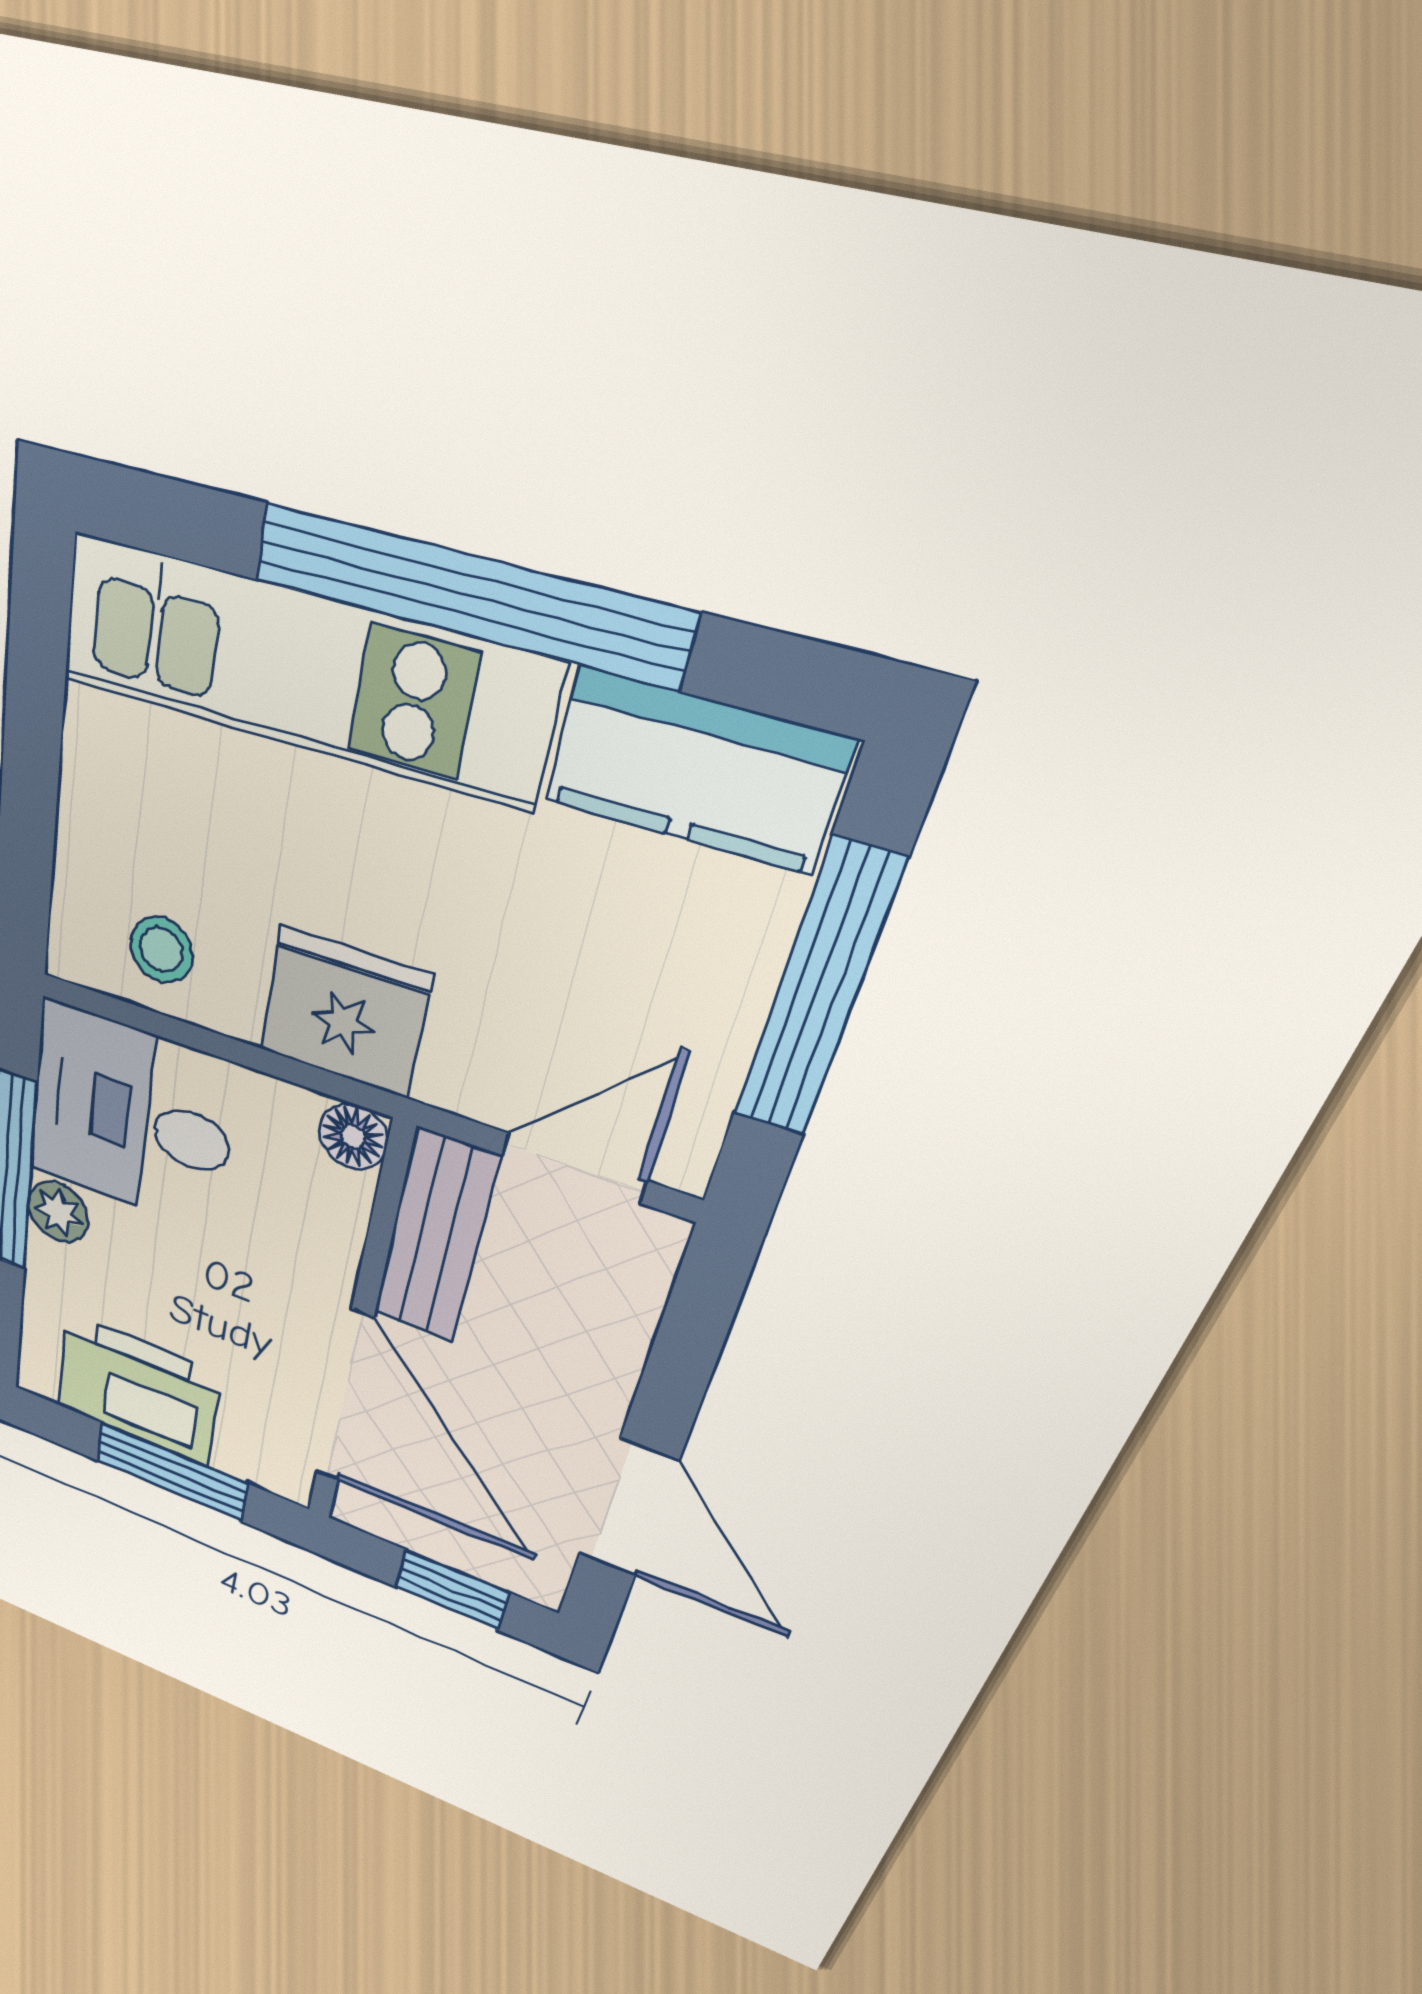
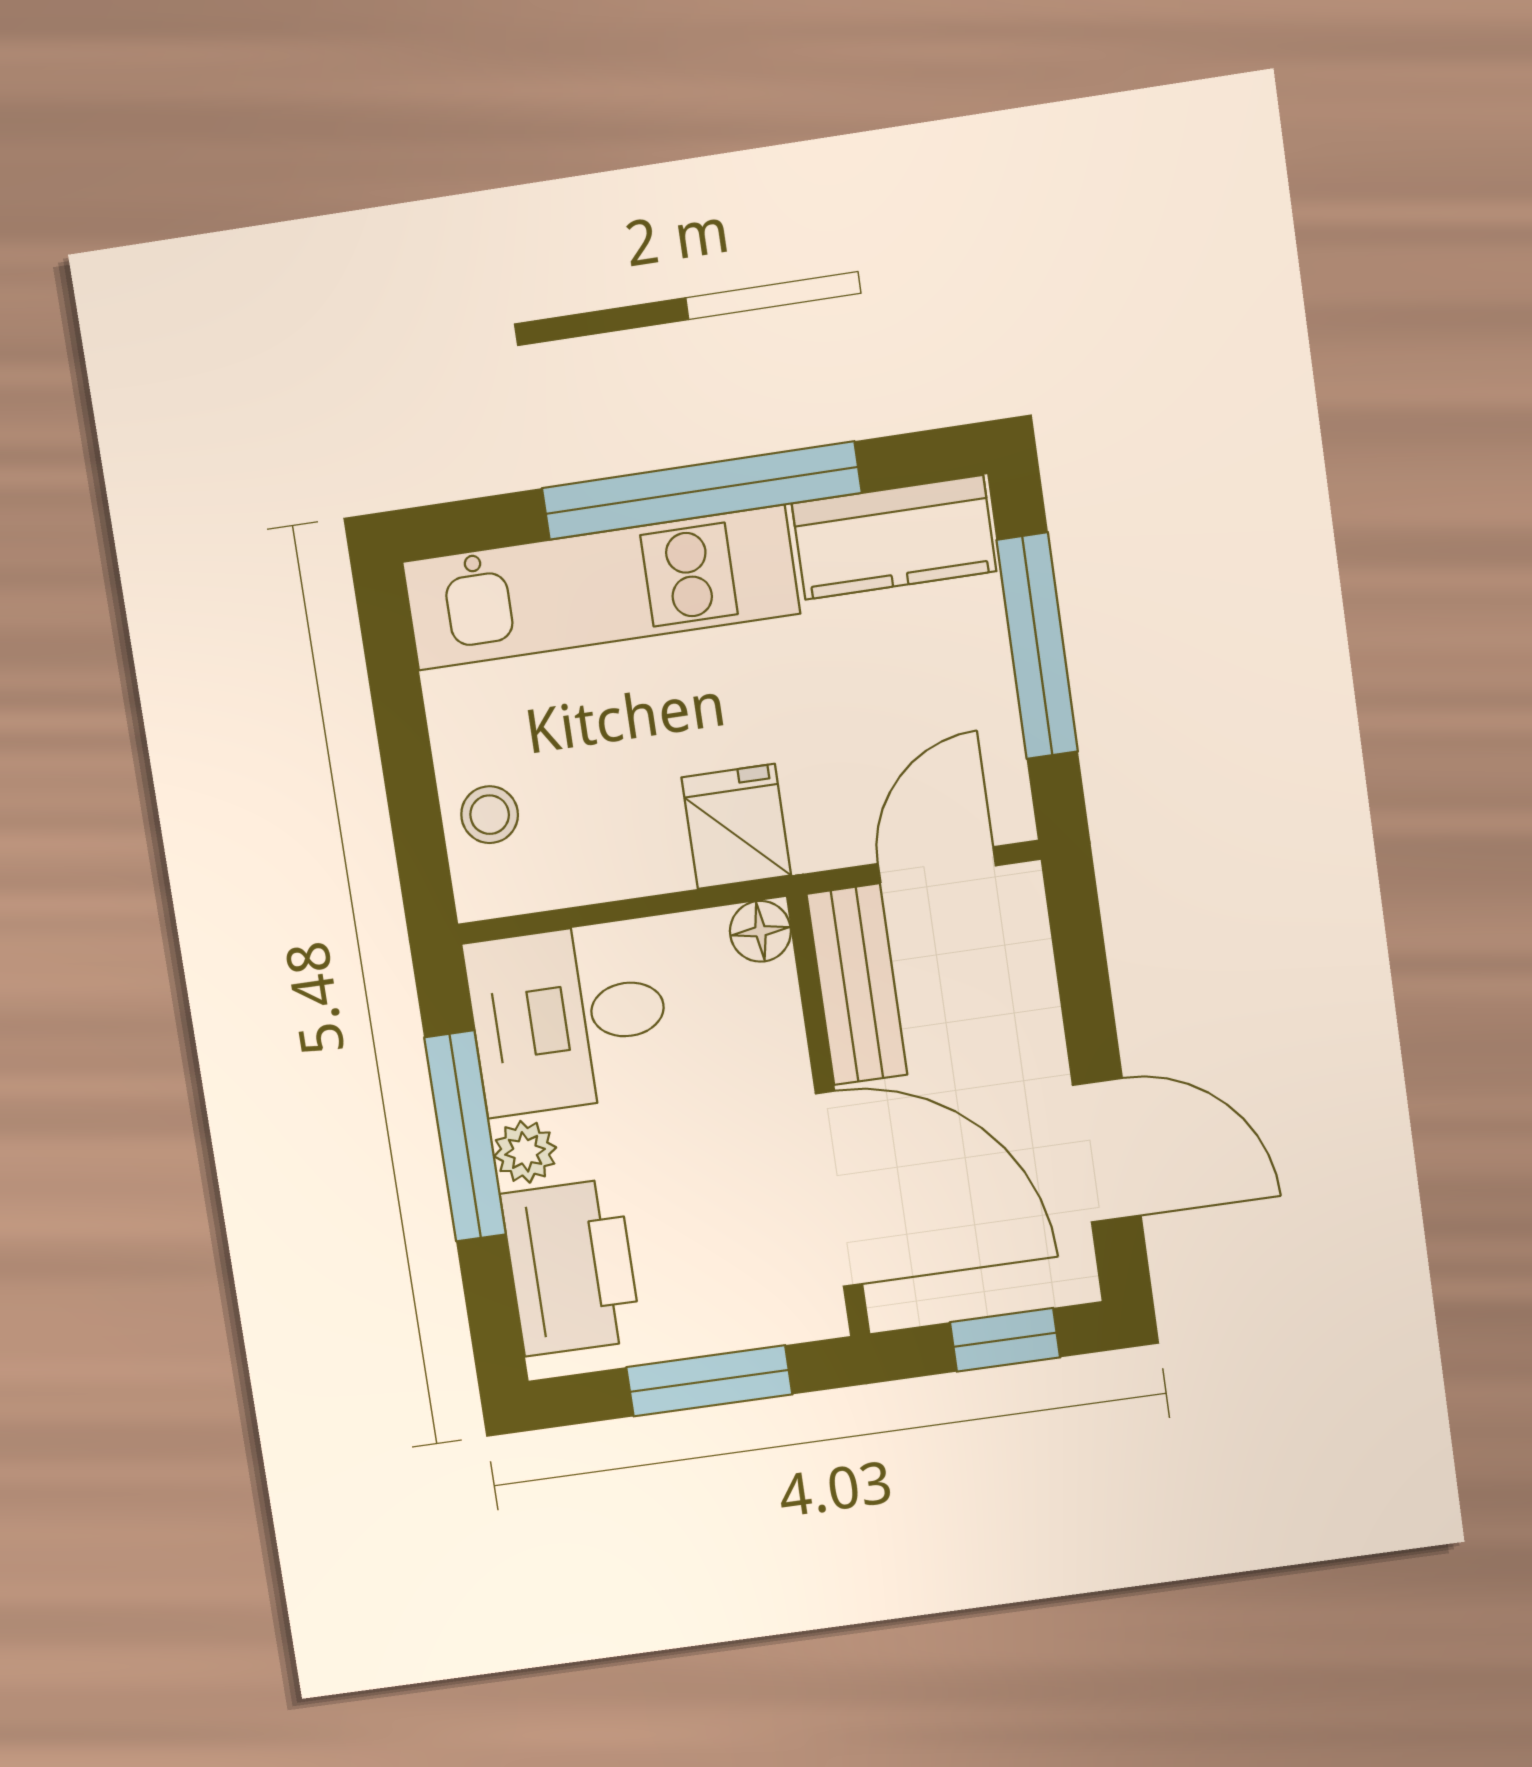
stool: (161, 950) -> (490, 815), moved
fridge: (345, 1013) -> (736, 826), width x0.72
printer: (138, 1390) -> (571, 1267), moved, turned 90

